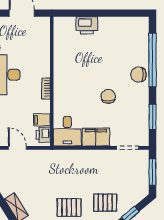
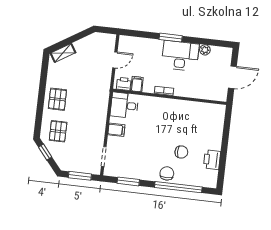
printer: (87, 25) -> (212, 160), moved
chair: (108, 96) -> (181, 152), moved
filing cabinet: (96, 137) -> (116, 130), width x0.50

